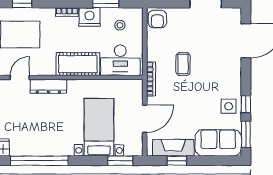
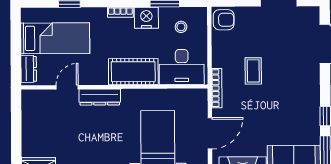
armchair: (157, 19) -> (224, 20), turned -90
side table: (229, 106) -> (305, 119), removed

